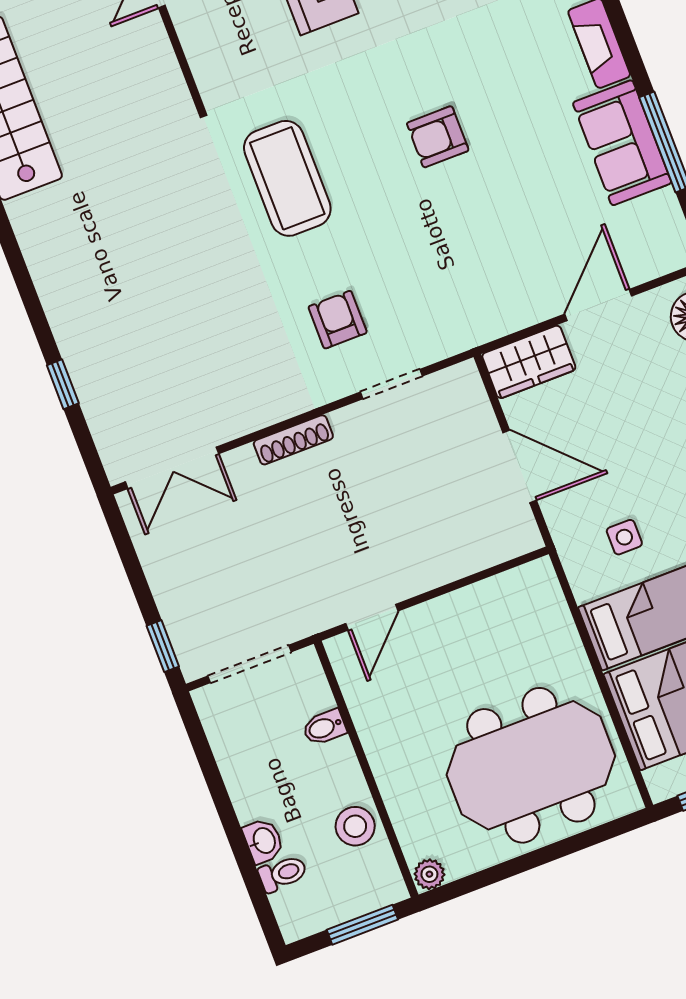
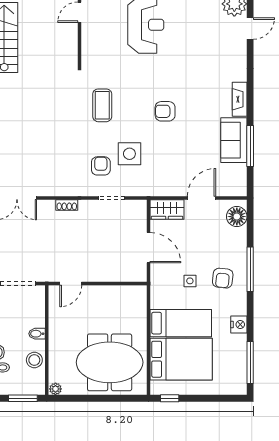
coffee table: (287, 178) -> (102, 105), width x0.73, depth x0.76
side table: (393, 266) -> (129, 154), added
shoe rack: (293, 440) -> (67, 205), width x0.70
side table: (624, 537) -> (190, 281), moved
bidet: (324, 727) -> (37, 334), moved

